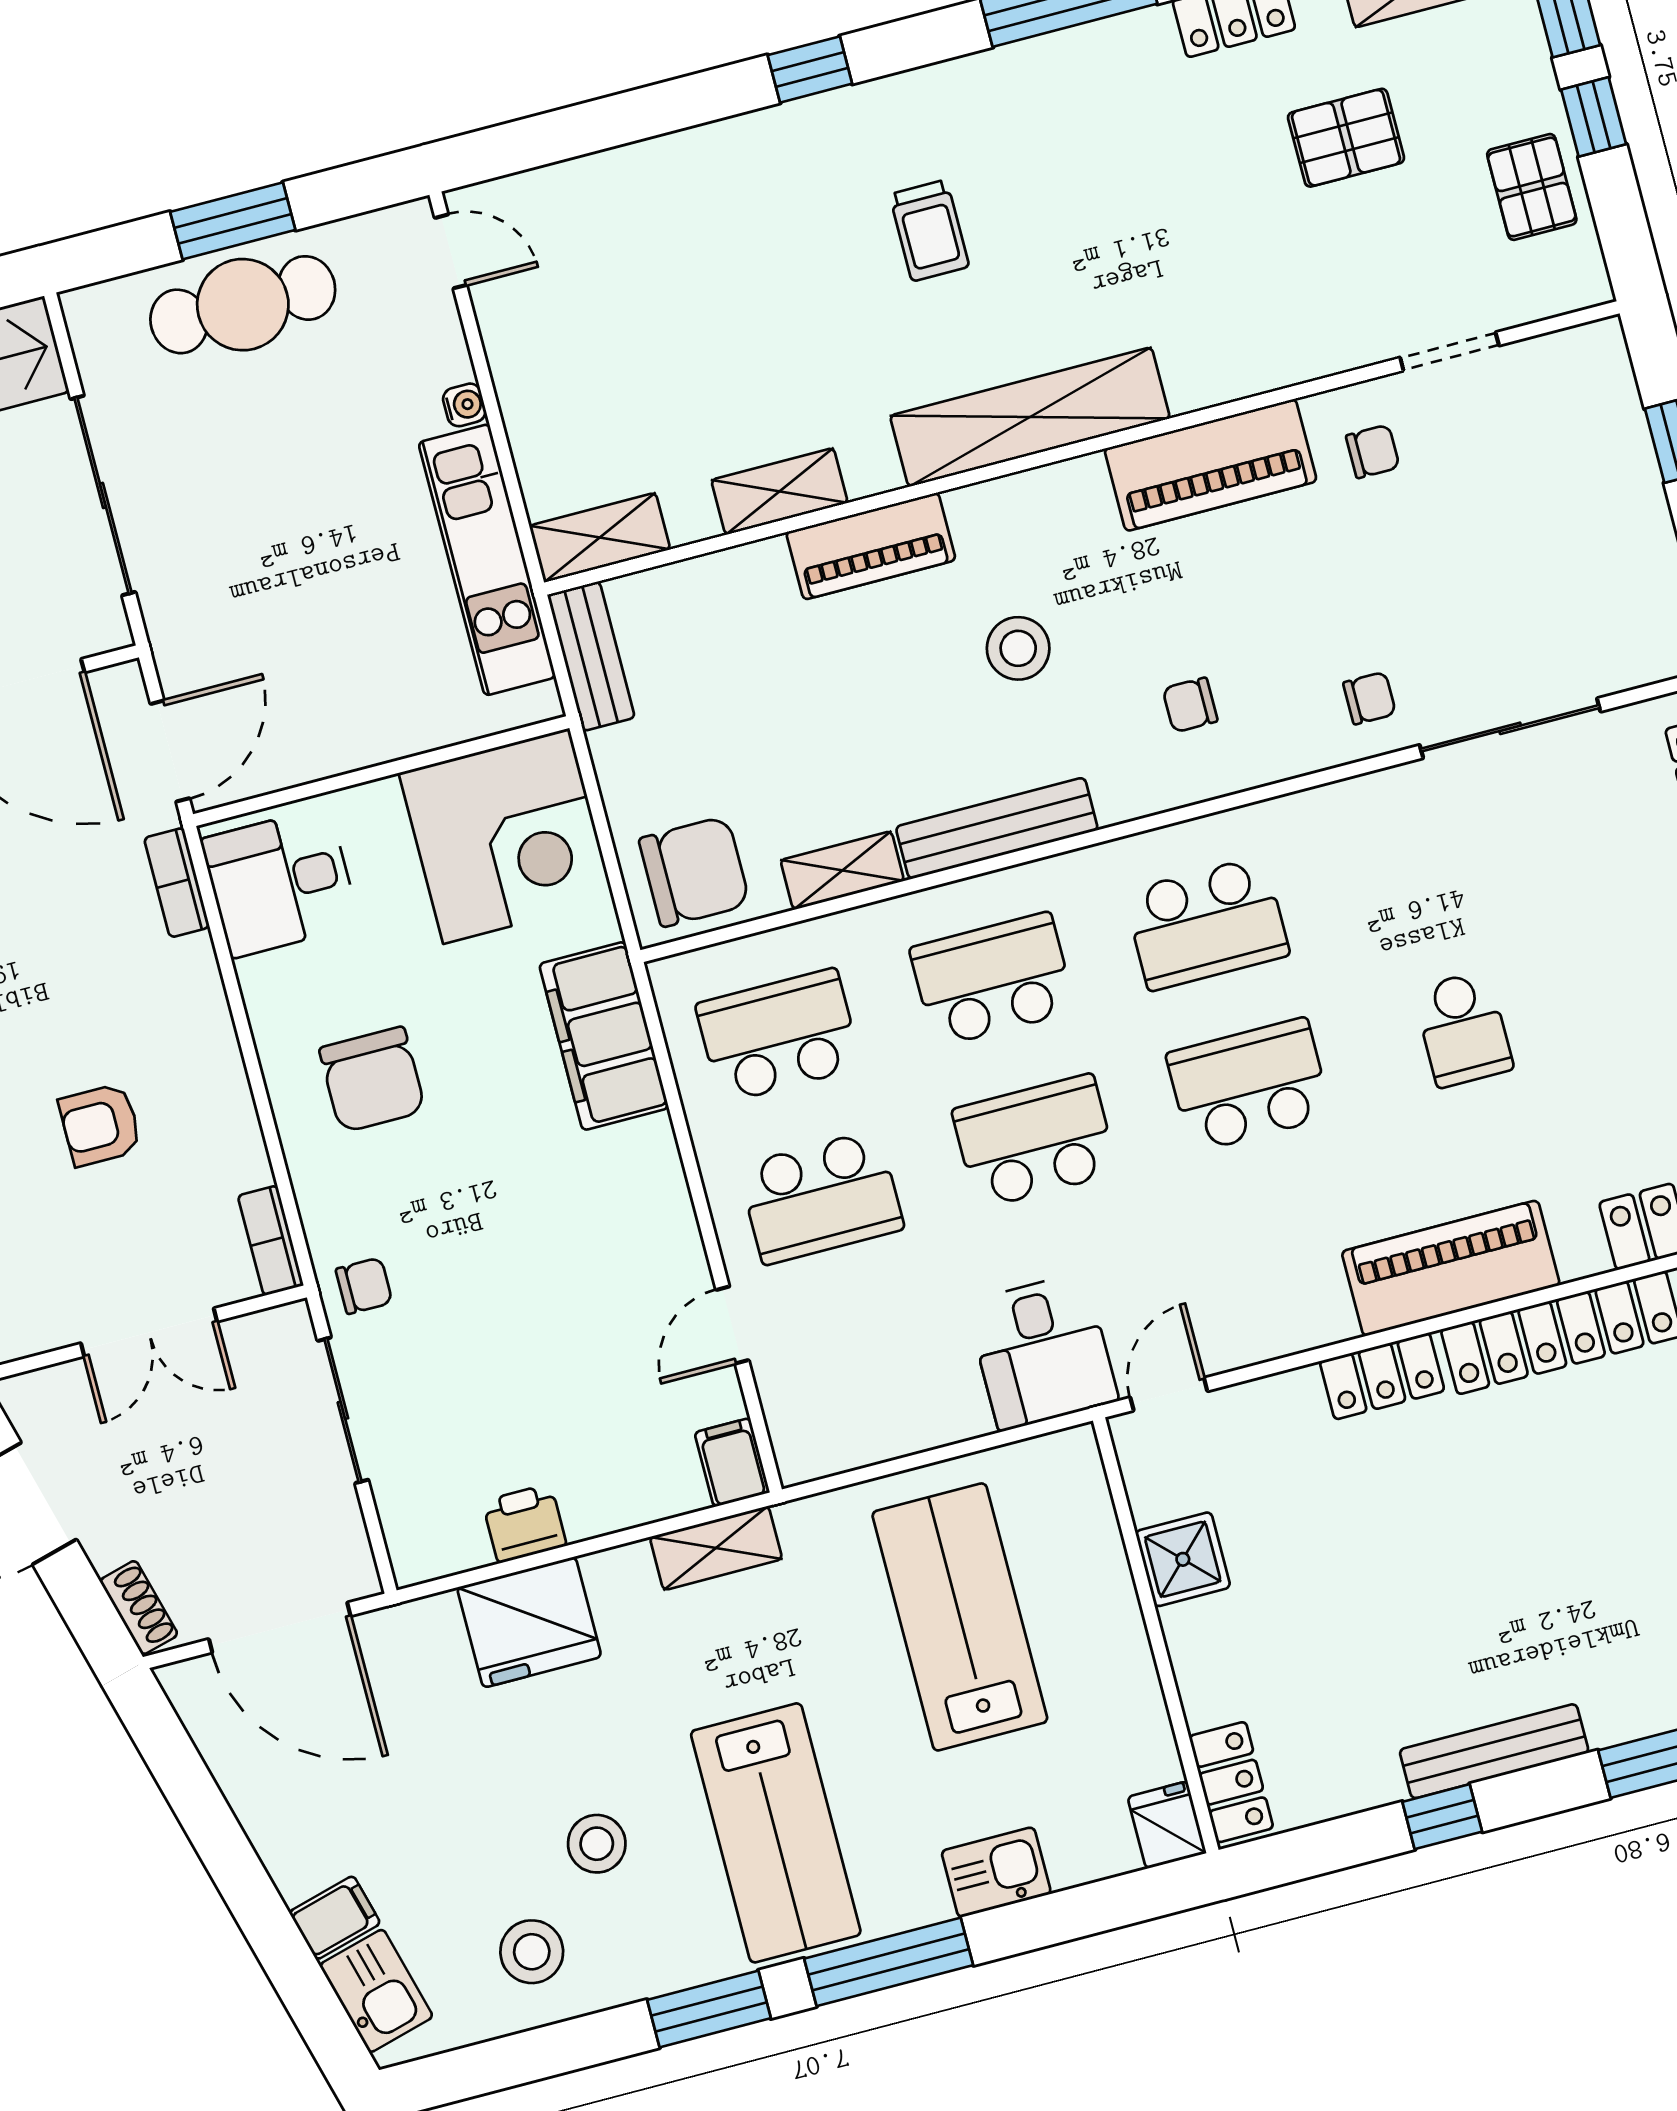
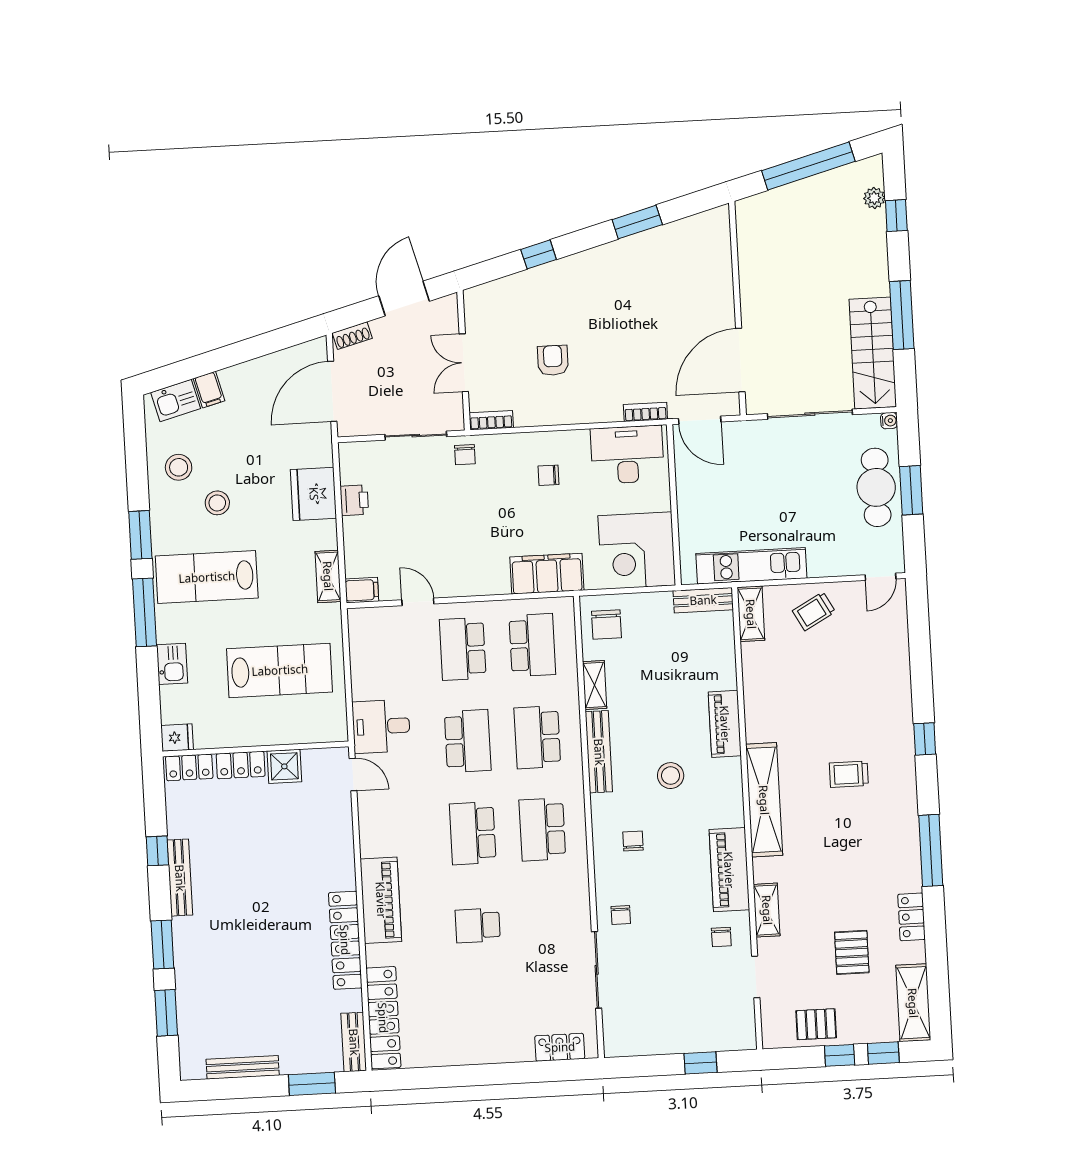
trolley: (564, 391) -> (814, 611), added
water cooler: (464, 405) -> (889, 421), moved, turned -90
shelving: (779, 491) -> (767, 910), moved
chair: (694, 872) -> (606, 624), width x0.73, depth x0.73
desk: (280, 882) -> (627, 455), width x1.37
school desk: (993, 980) -> (537, 737), turned 180
chair: (372, 1080) -> (548, 475), width x0.54, depth x0.54
school desk: (1249, 1085) -> (473, 833), turned 180
locker: (1382, 1376) -> (241, 765), moved, turned -90

